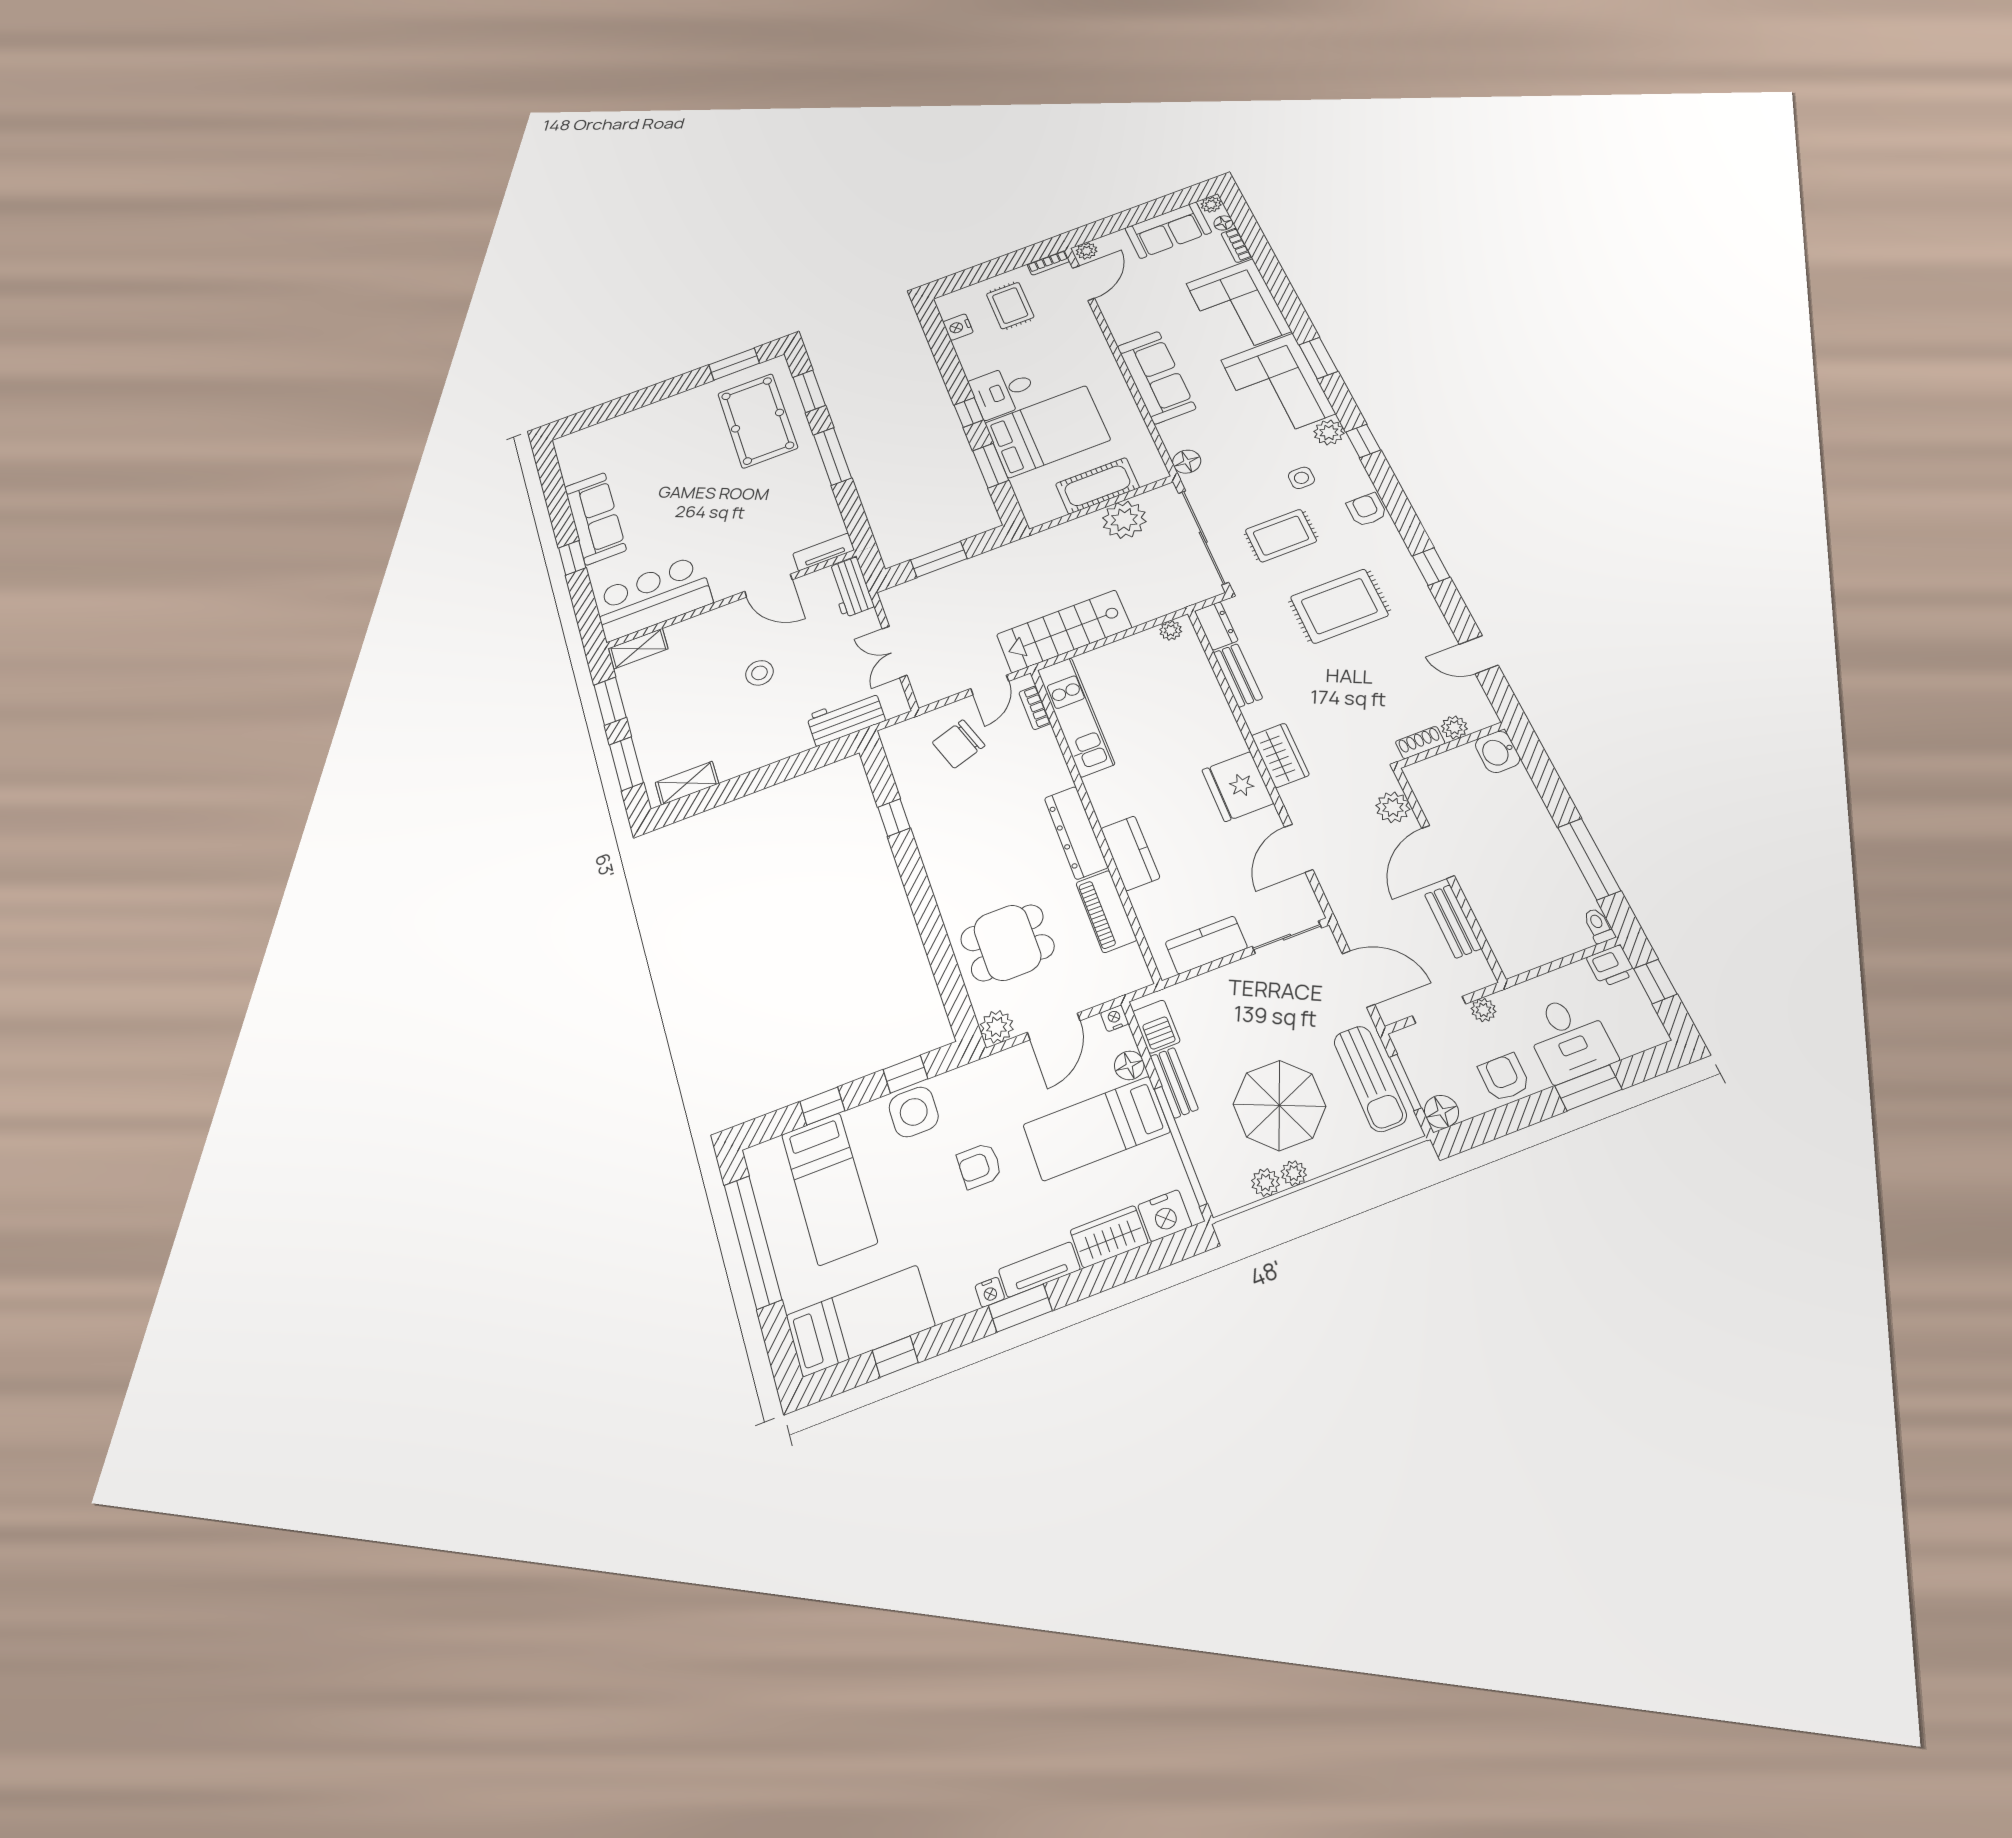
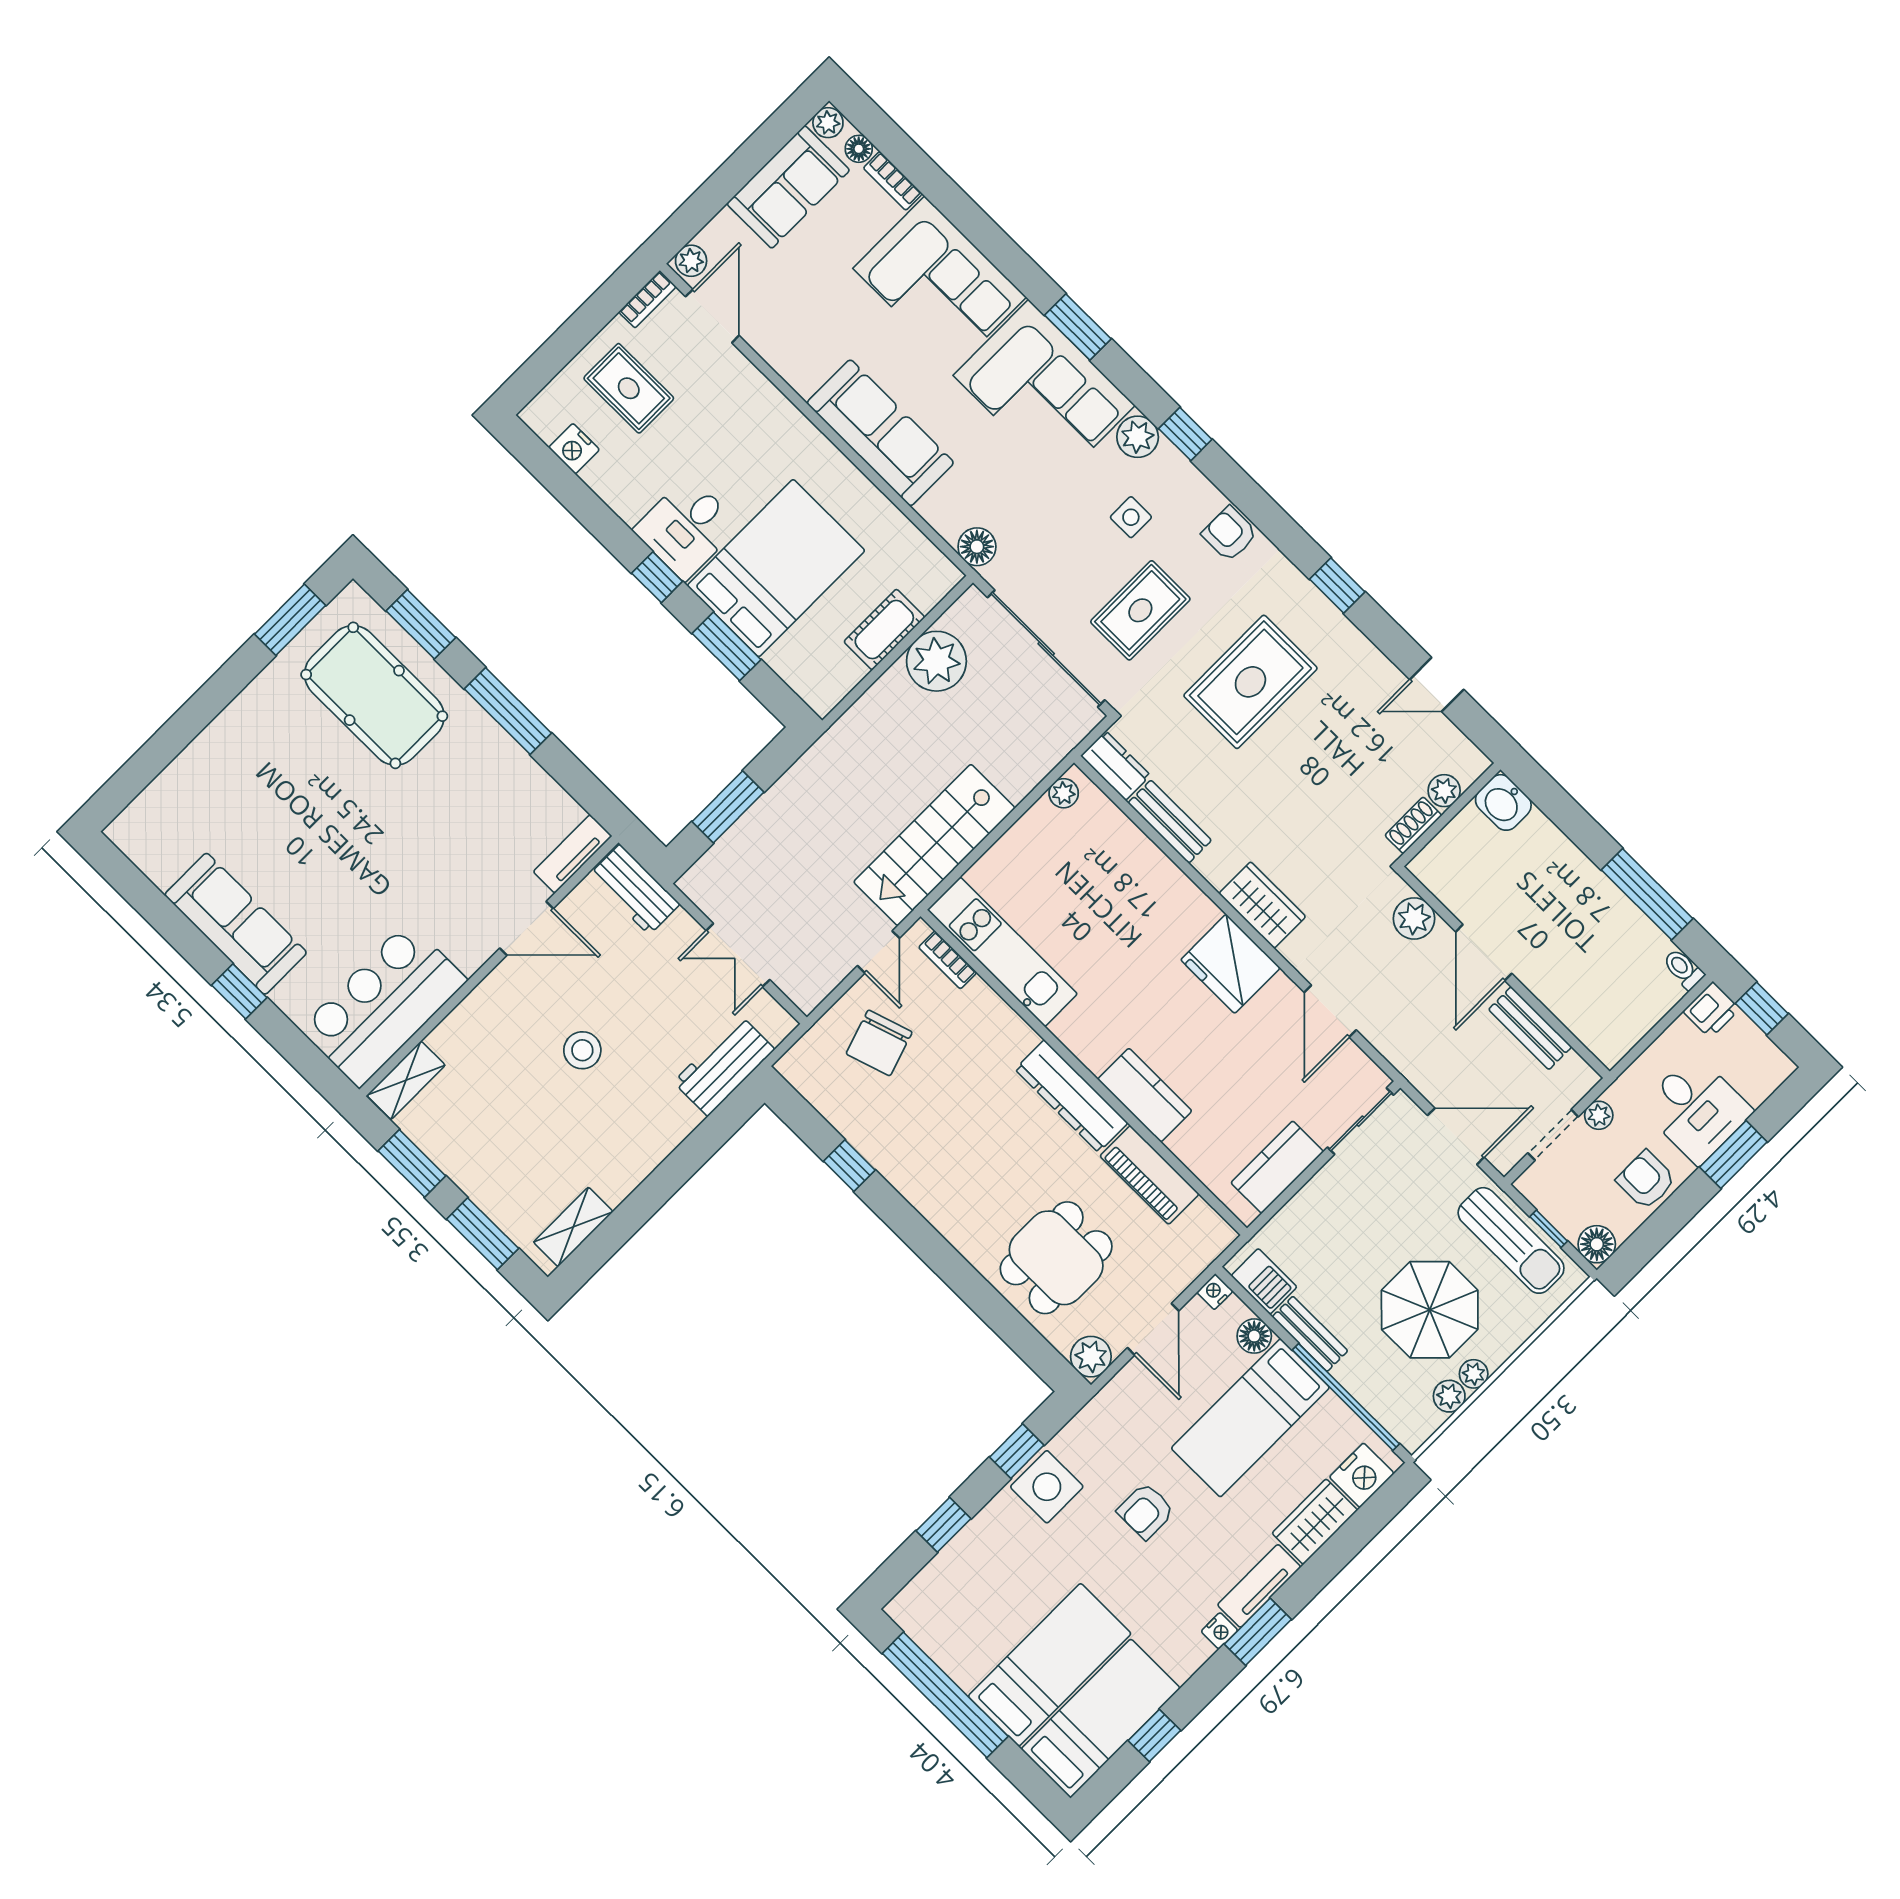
cot: (1097, 486) -> (884, 630), width x0.73, depth x0.75
window: (1405, 1082) -> (1549, 1229), width x0.67
bed: (829, 1188) -> (1050, 1665), moved, turned -90

